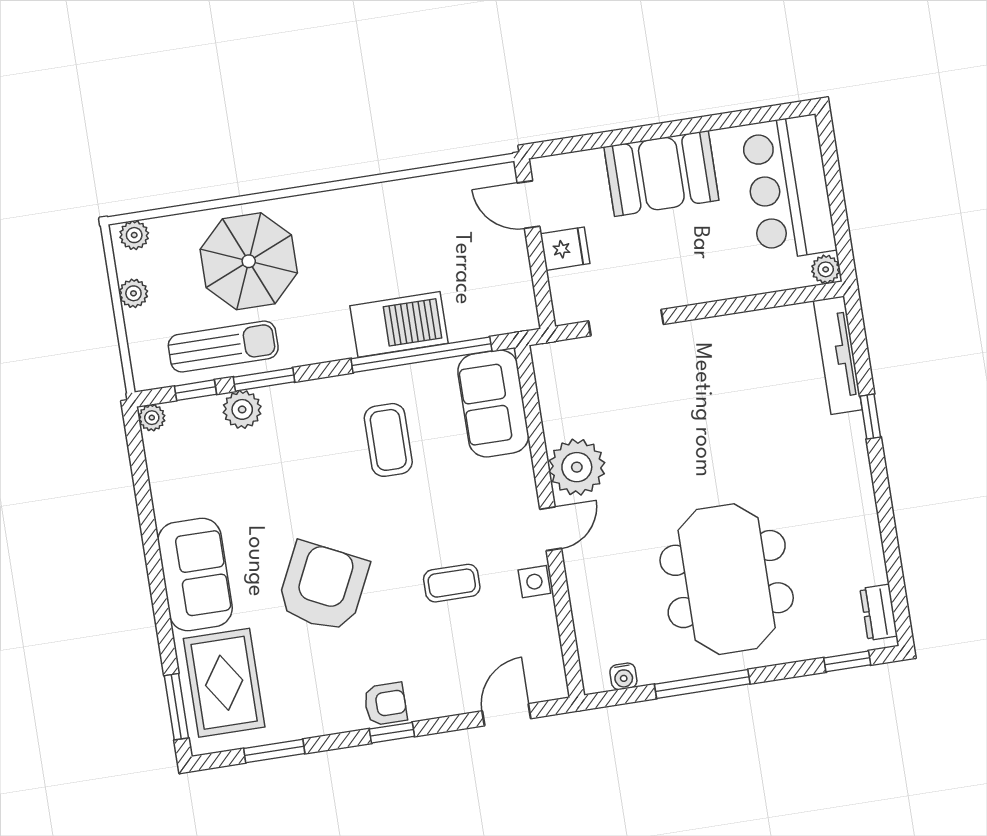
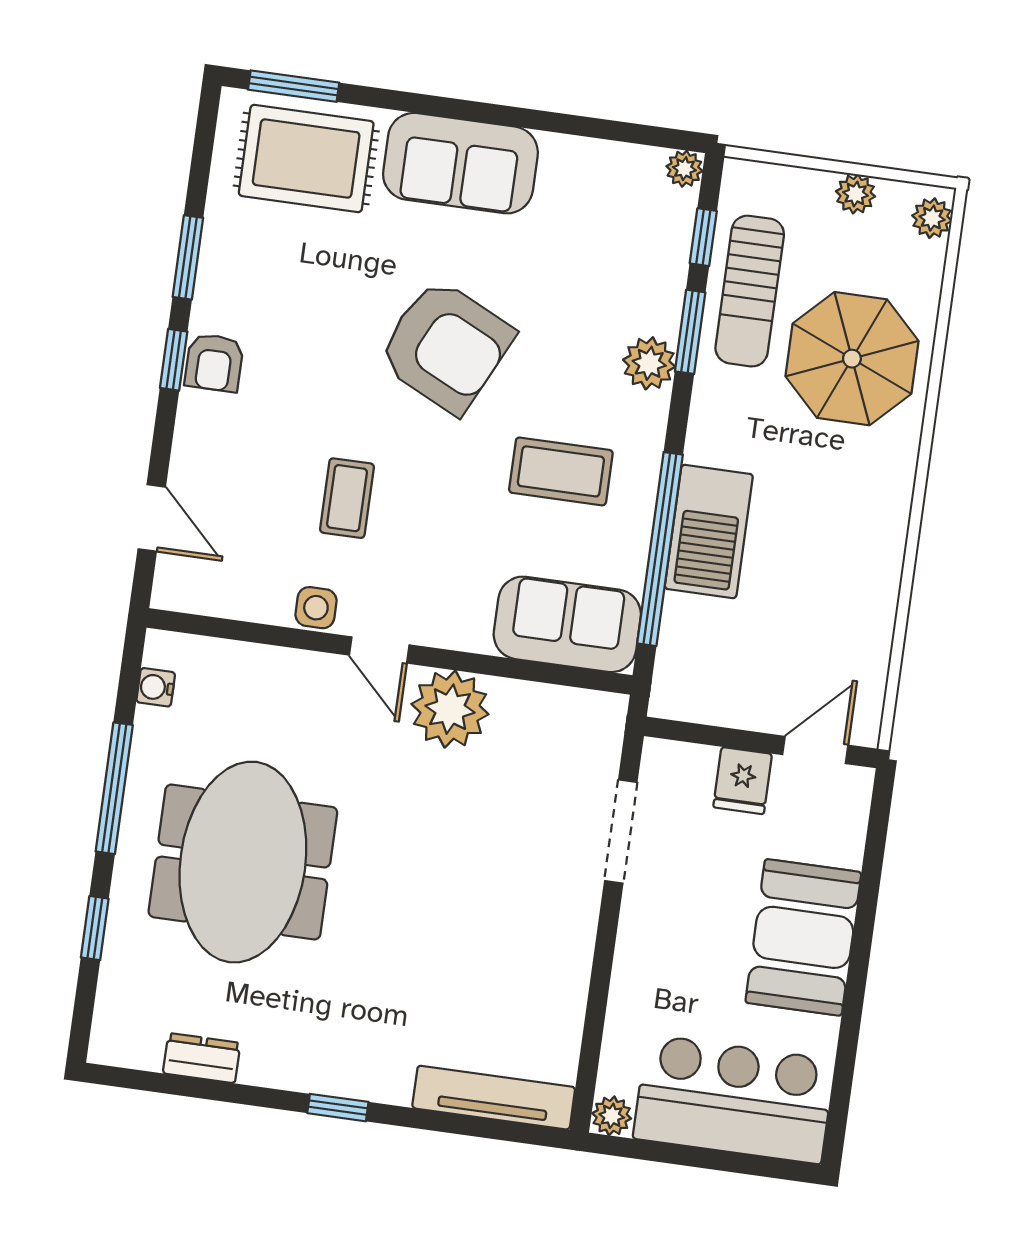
plant: (242, 409) -> (649, 363), moved
window: (870, 417) -> (338, 1108), moved
meeting table: (727, 579) -> (243, 862), turned 90
armchair: (323, 587) -> (446, 346), moved
dresser: (879, 612) -> (202, 1058), moved
window: (847, 661) -> (95, 928), moved
window: (274, 751) -> (188, 257), moved

